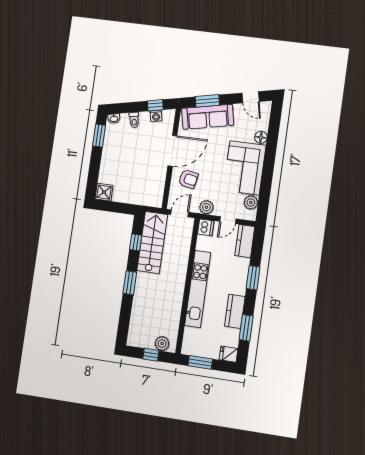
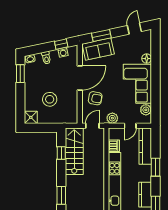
door: (251, 97) -> (134, 28), swing flipped
sofa: (208, 117) -> (98, 49), width x0.73
stool: (131, 173) -> (50, 99), added
dishwasher: (206, 227) -> (114, 146), moved
kitchen counter: (245, 241) -> (145, 146), width x1.50
window: (130, 283) -> (61, 195), moved

